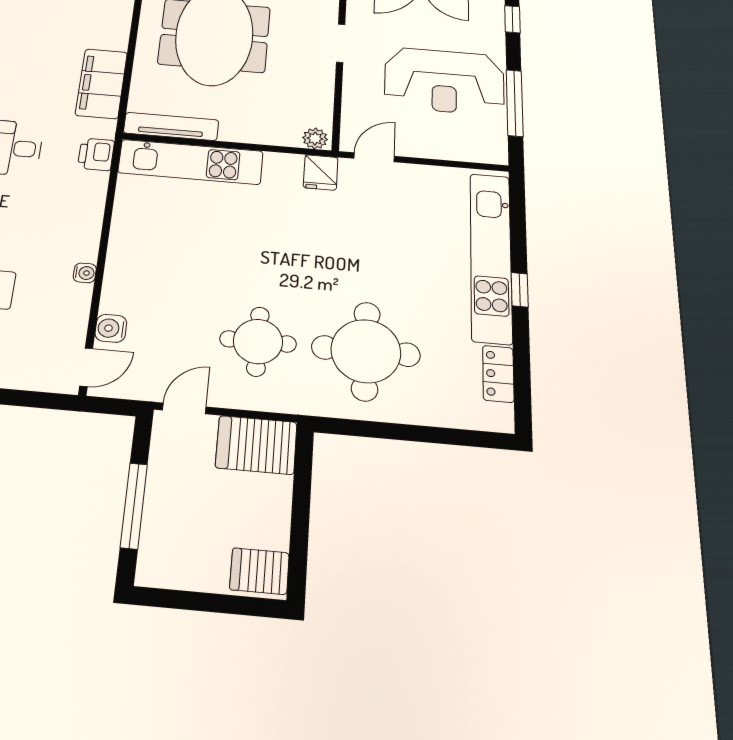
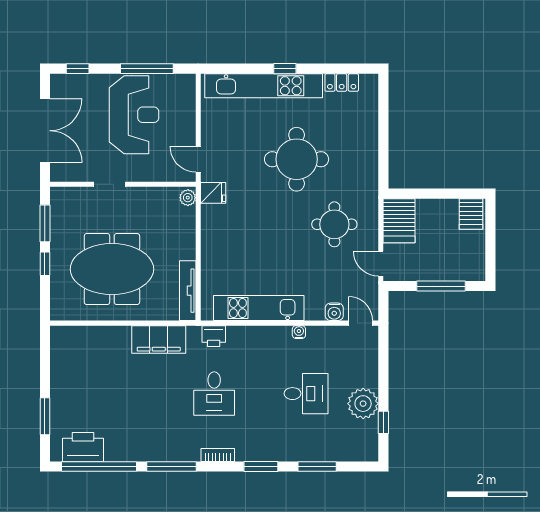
kitchen unit: (191, 162) -> (259, 308), moved, turned -90
round table: (366, 351) -> (297, 159), moved

